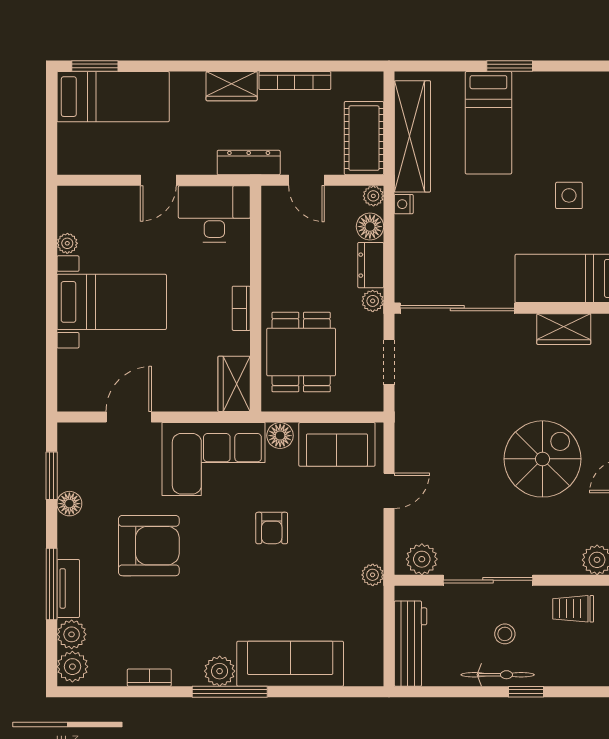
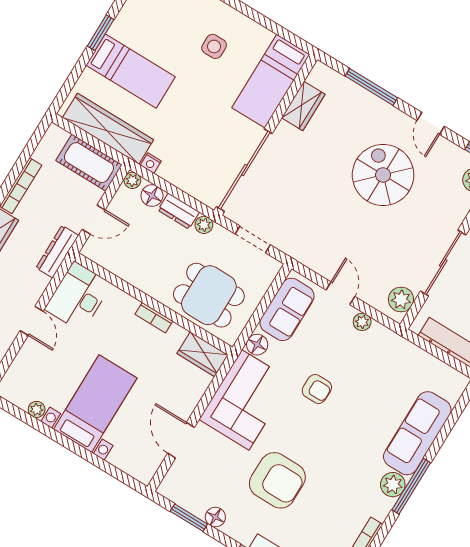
armchair: (149, 546) -> (277, 480), turned 90
plant: (373, 575) -> (362, 322), moved

